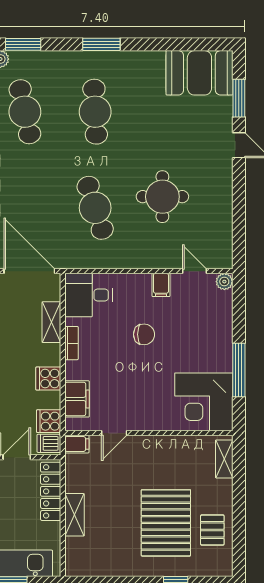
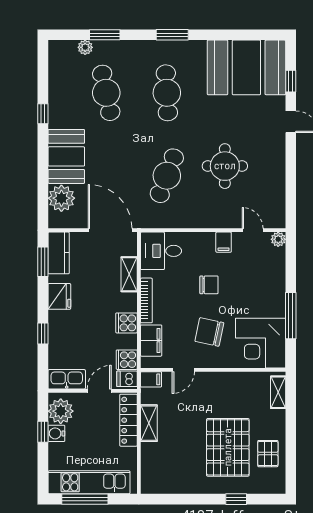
booth: (199, 73) -> (246, 67), width x1.36, depth x1.42
window: (239, 98) -> (291, 81), width x0.67
cafe table: (95, 208) -> (167, 176), turned 39
bookcase: (71, 343) -> (146, 300), width x1.56
chair: (145, 389) -> (209, 332), added
shelving: (74, 515) -> (149, 423), moved

